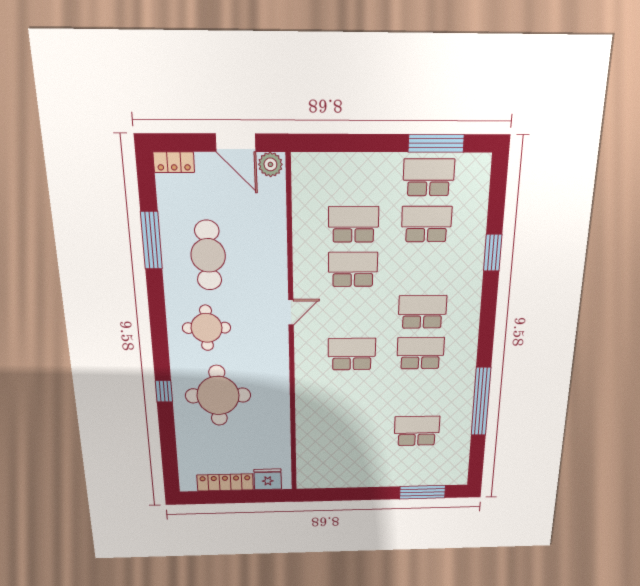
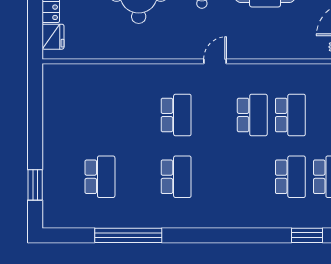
window: (493, 253) -> (307, 235), moved
door: (291, 312) -> (215, 61), swing flipped
school desk: (422, 312) -> (214, 177), removed
window: (422, 492) -> (35, 185), width x0.69

